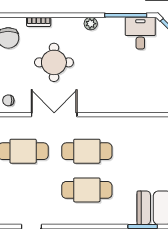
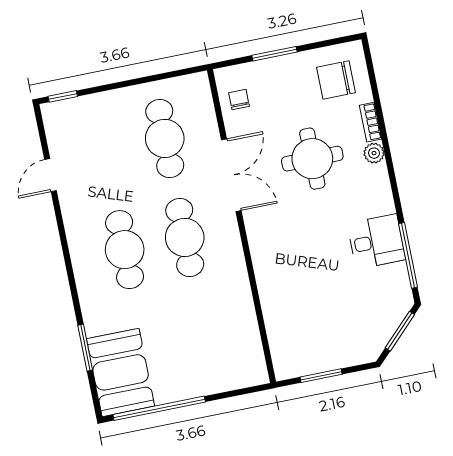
plant: (91, 24) -> (374, 153), moved
desk: (140, 33) -> (376, 242), moved

